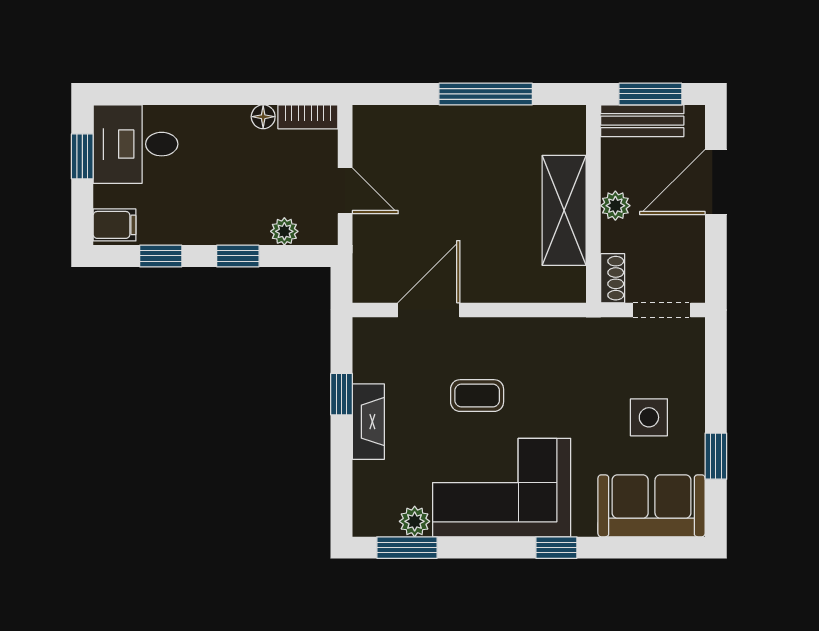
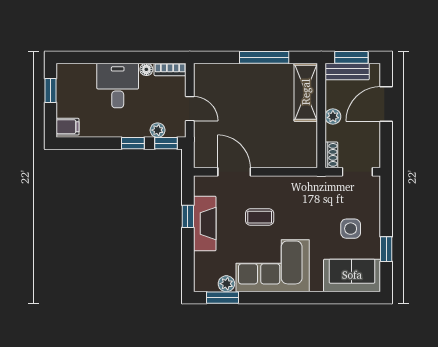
desk: (135, 144) -> (118, 86), moved, turned 90
shelving: (564, 210) -> (306, 92), moved
window: (161, 256) -> (166, 143), moved
door: (429, 310) -> (234, 172), hinge flipped
fireplace: (368, 422) -> (205, 224), width x1.37, depth x1.32
window: (556, 548) -> (302, 298), removed

